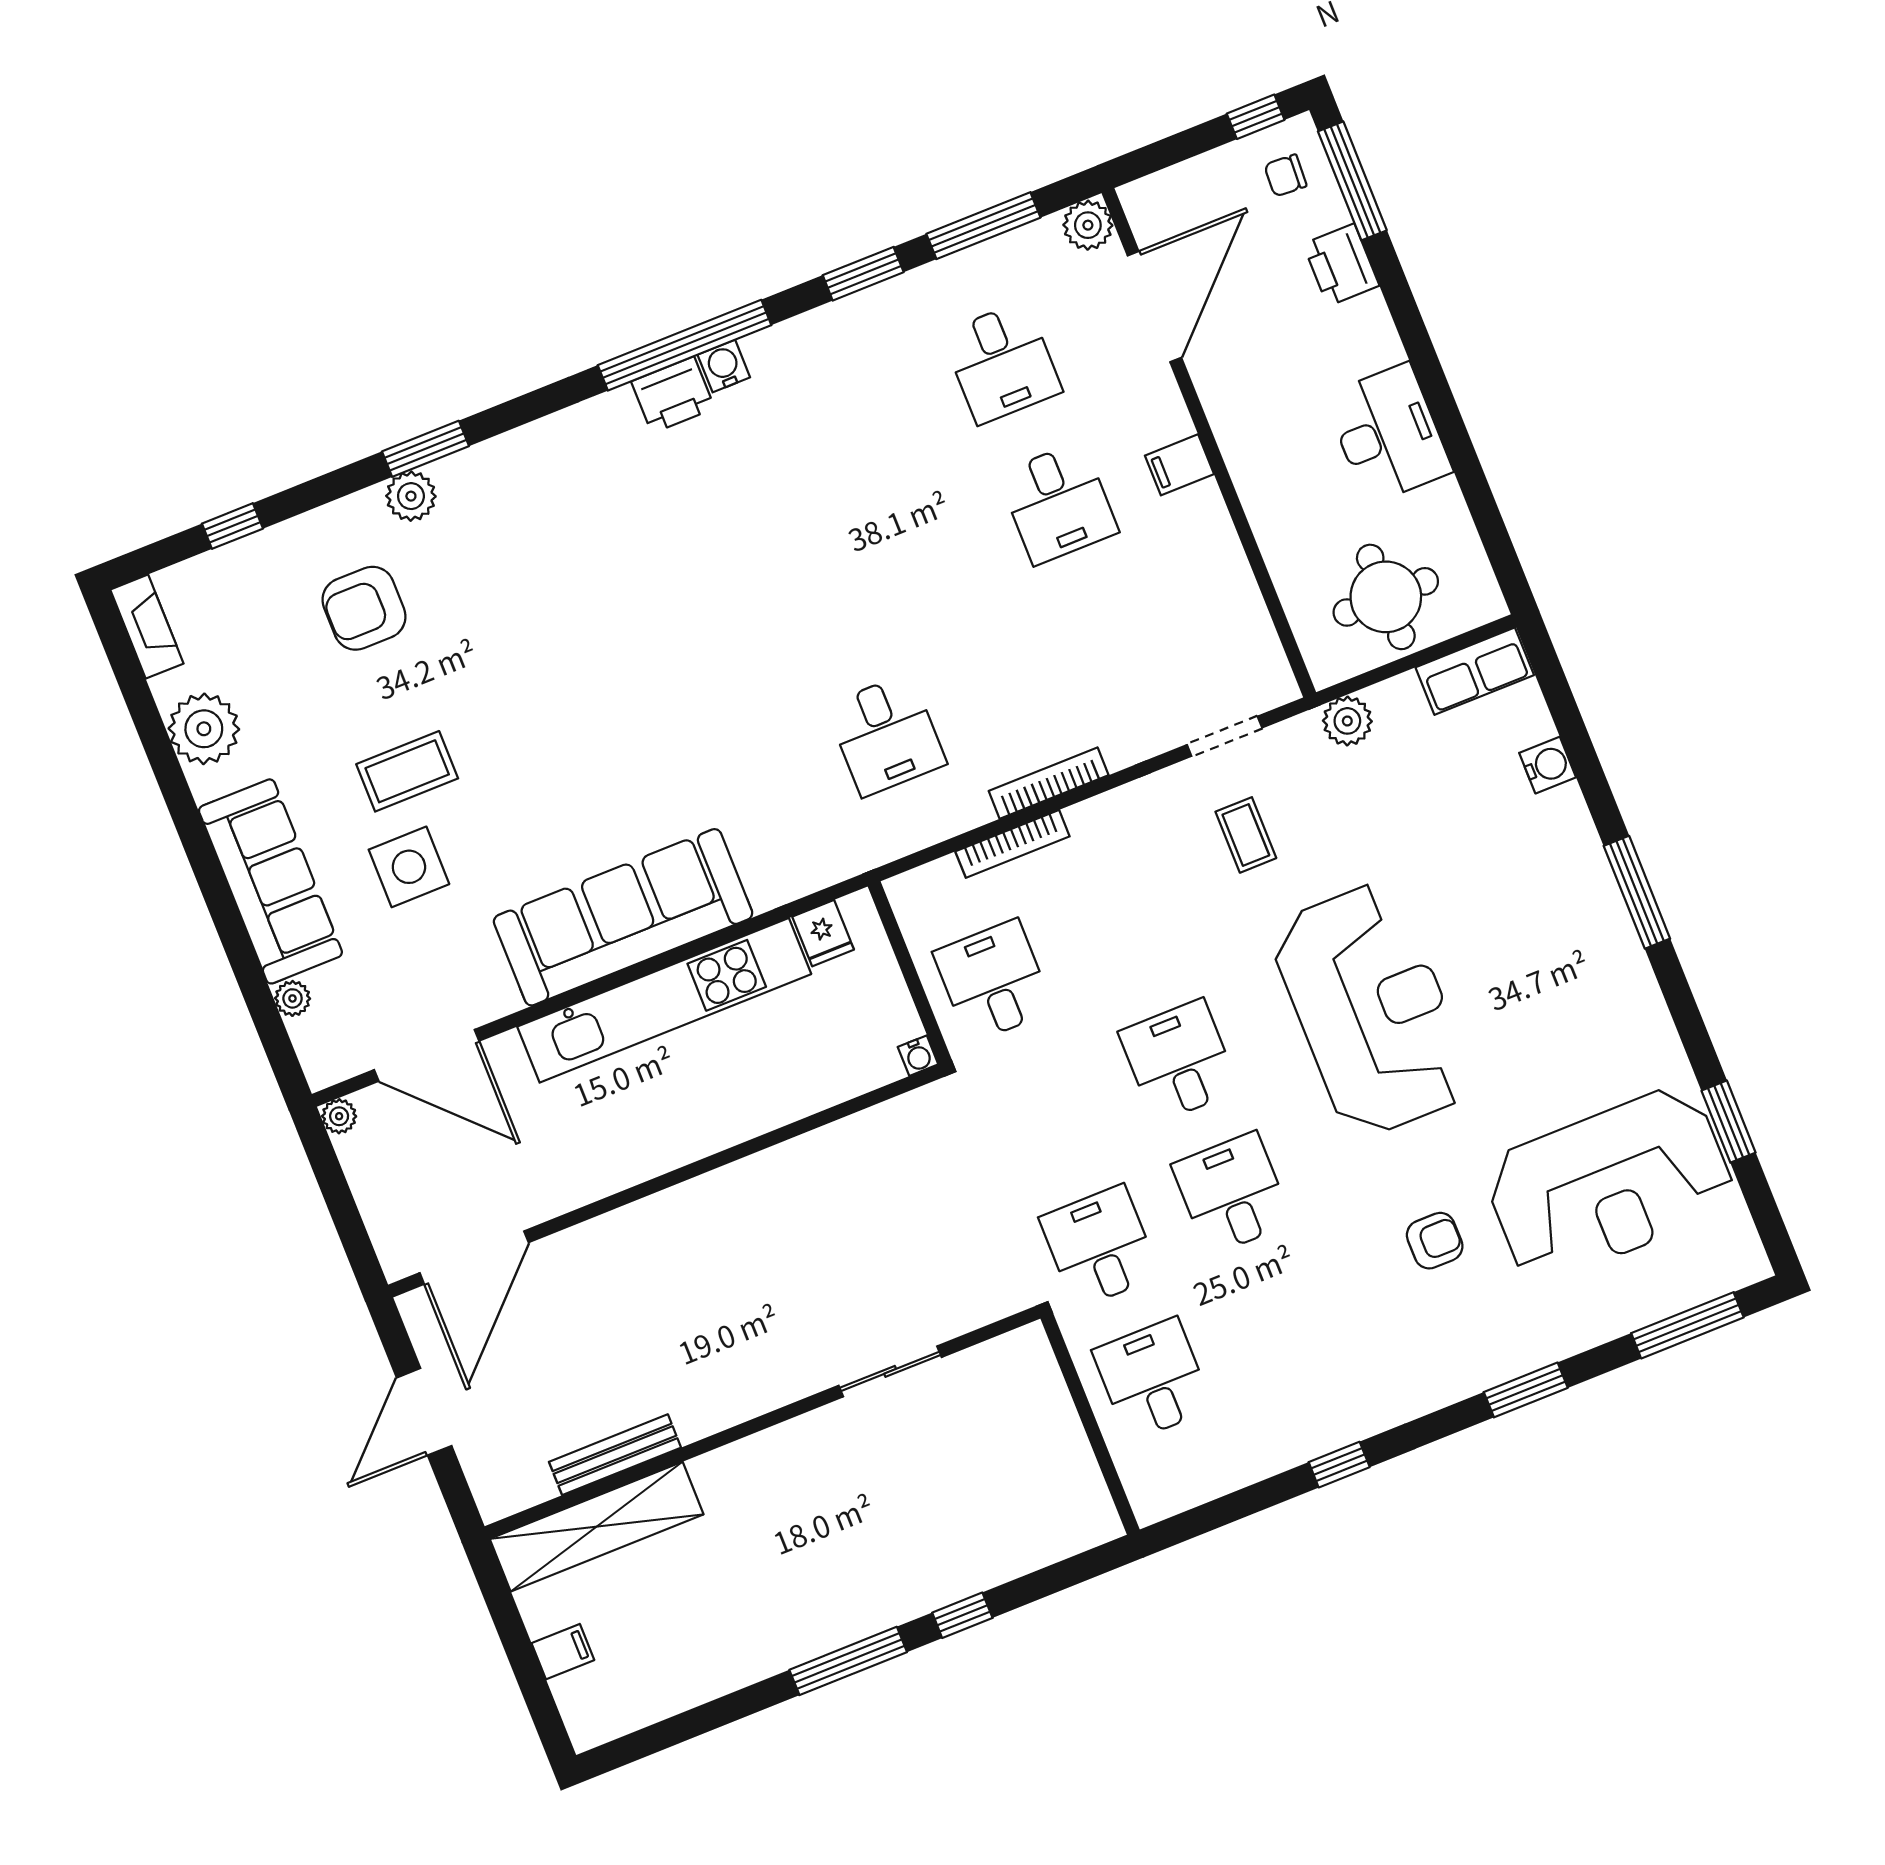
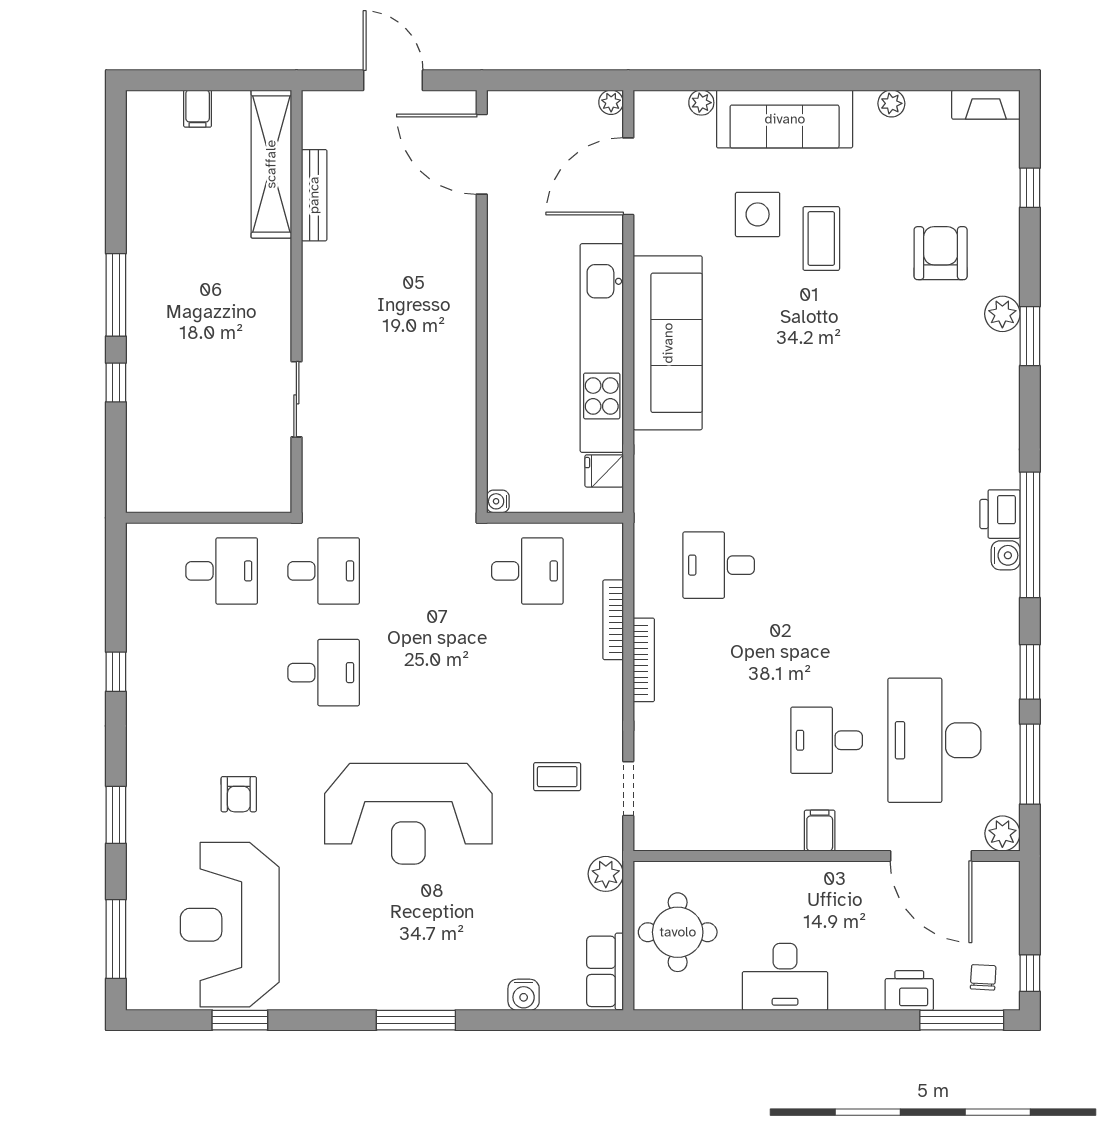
desk: (1002, 362) -> (934, 740), width x1.87, depth x1.30
plant: (204, 729) -> (891, 103), width x0.53, depth x0.53
desk: (1179, 1061) -> (425, 673), removed

